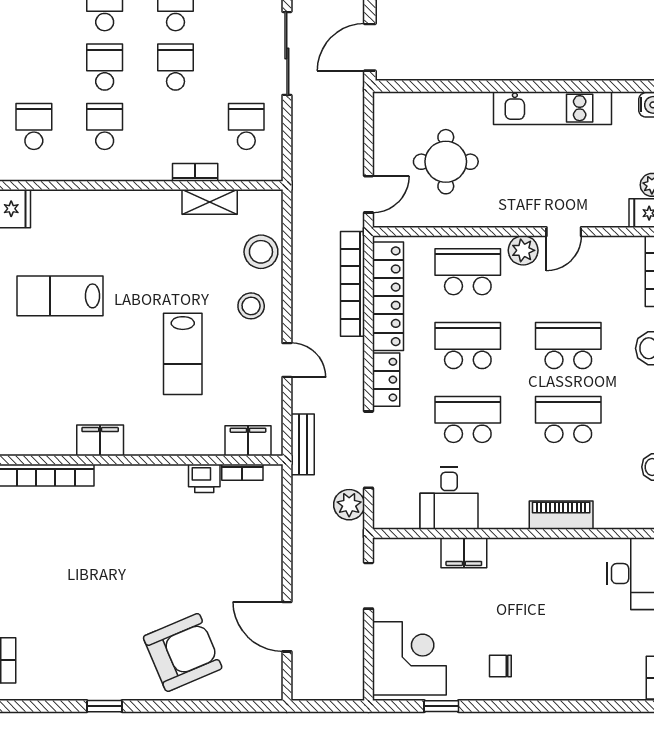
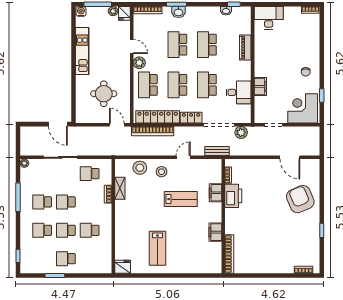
school desk: (34, 126) -> (66, 259), moved
filing cabinet: (248, 441) -> (216, 193), moved
printer: (204, 478) -> (233, 196), width x1.87, depth x1.48
door: (287, 627) -> (290, 157), hinge flipped

